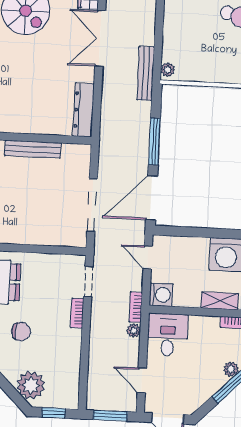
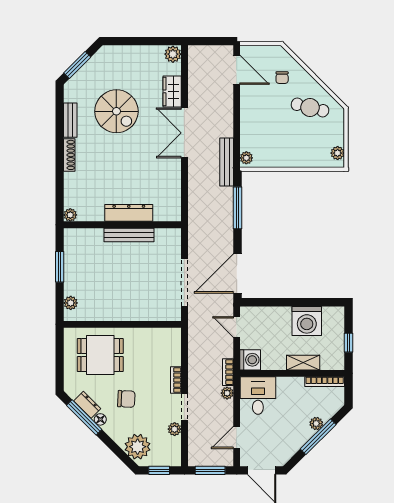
dresser: (84, 110) -> (129, 213), moved, turned 90
window: (154, 142) -> (238, 208), moved
doorway: (88, 282) -> (184, 407), moved
plant: (73, 368) -> (175, 429), added
door: (142, 380) -> (237, 437), hinge flipped

